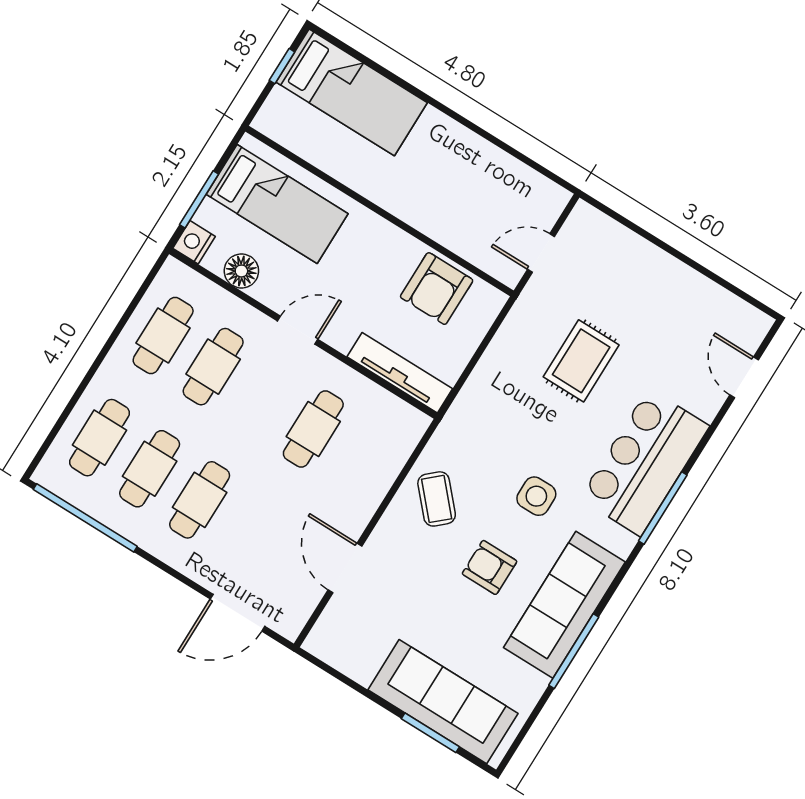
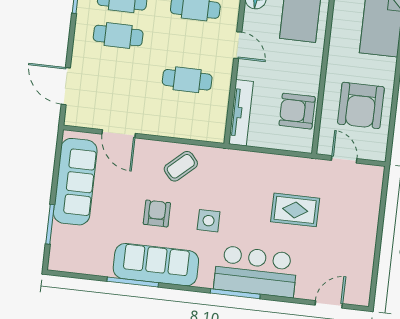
armchair: (473, 190) -> (361, 105), added
door: (345, 568) -> (119, 134), swing flipped
sofa: (443, 702) -> (75, 182), moved

